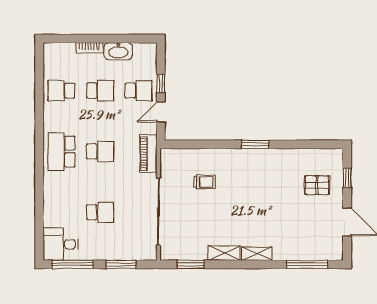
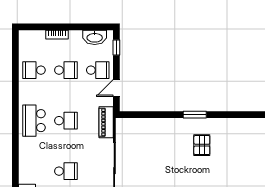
washbasin: (118, 51) -> (95, 37), moved
window: (161, 83) -> (116, 48), moved
trolley: (205, 182) -> (153, 146), removed
pallet: (317, 185) -> (202, 145), moved, turned 90

